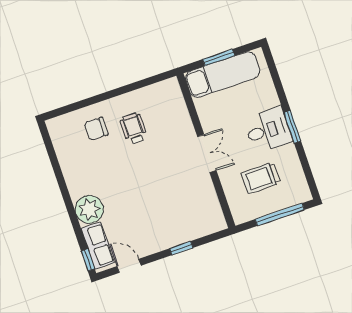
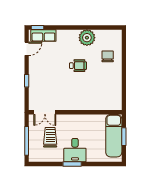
wheelchair: (134, 129) -> (78, 66), moved
double door: (207, 153) -> (45, 112), moved
plant: (89, 209) -> (87, 38), moved

